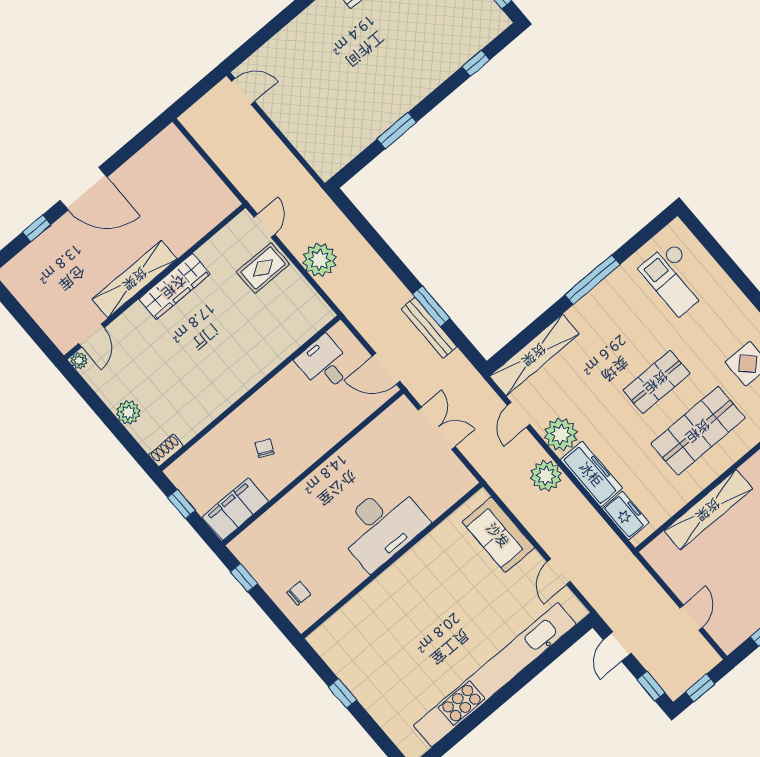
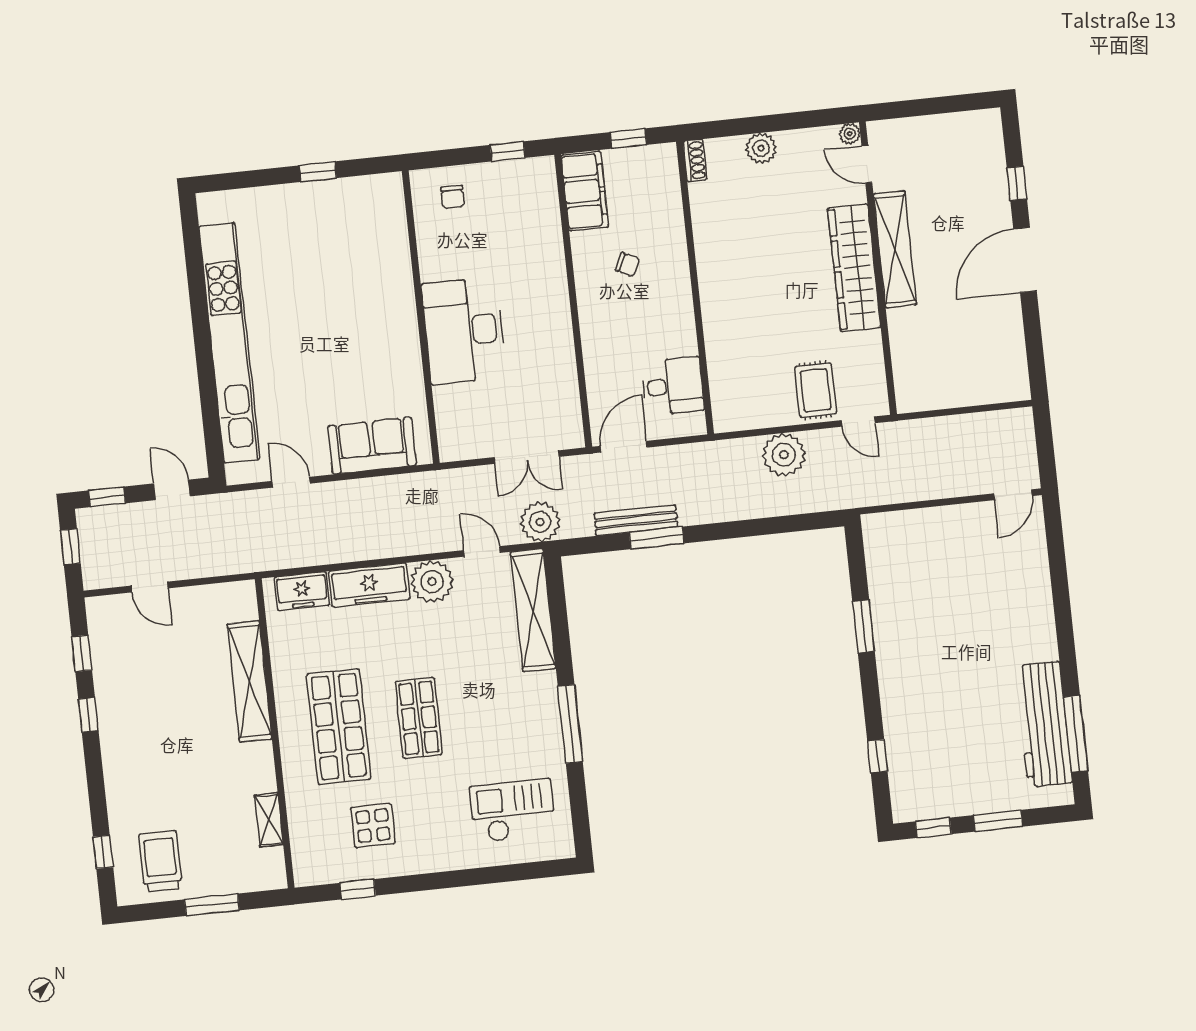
wardrobe: (174, 287) -> (854, 268), width x1.40, depth x1.17
plant: (546, 476) -> (540, 522), moved

